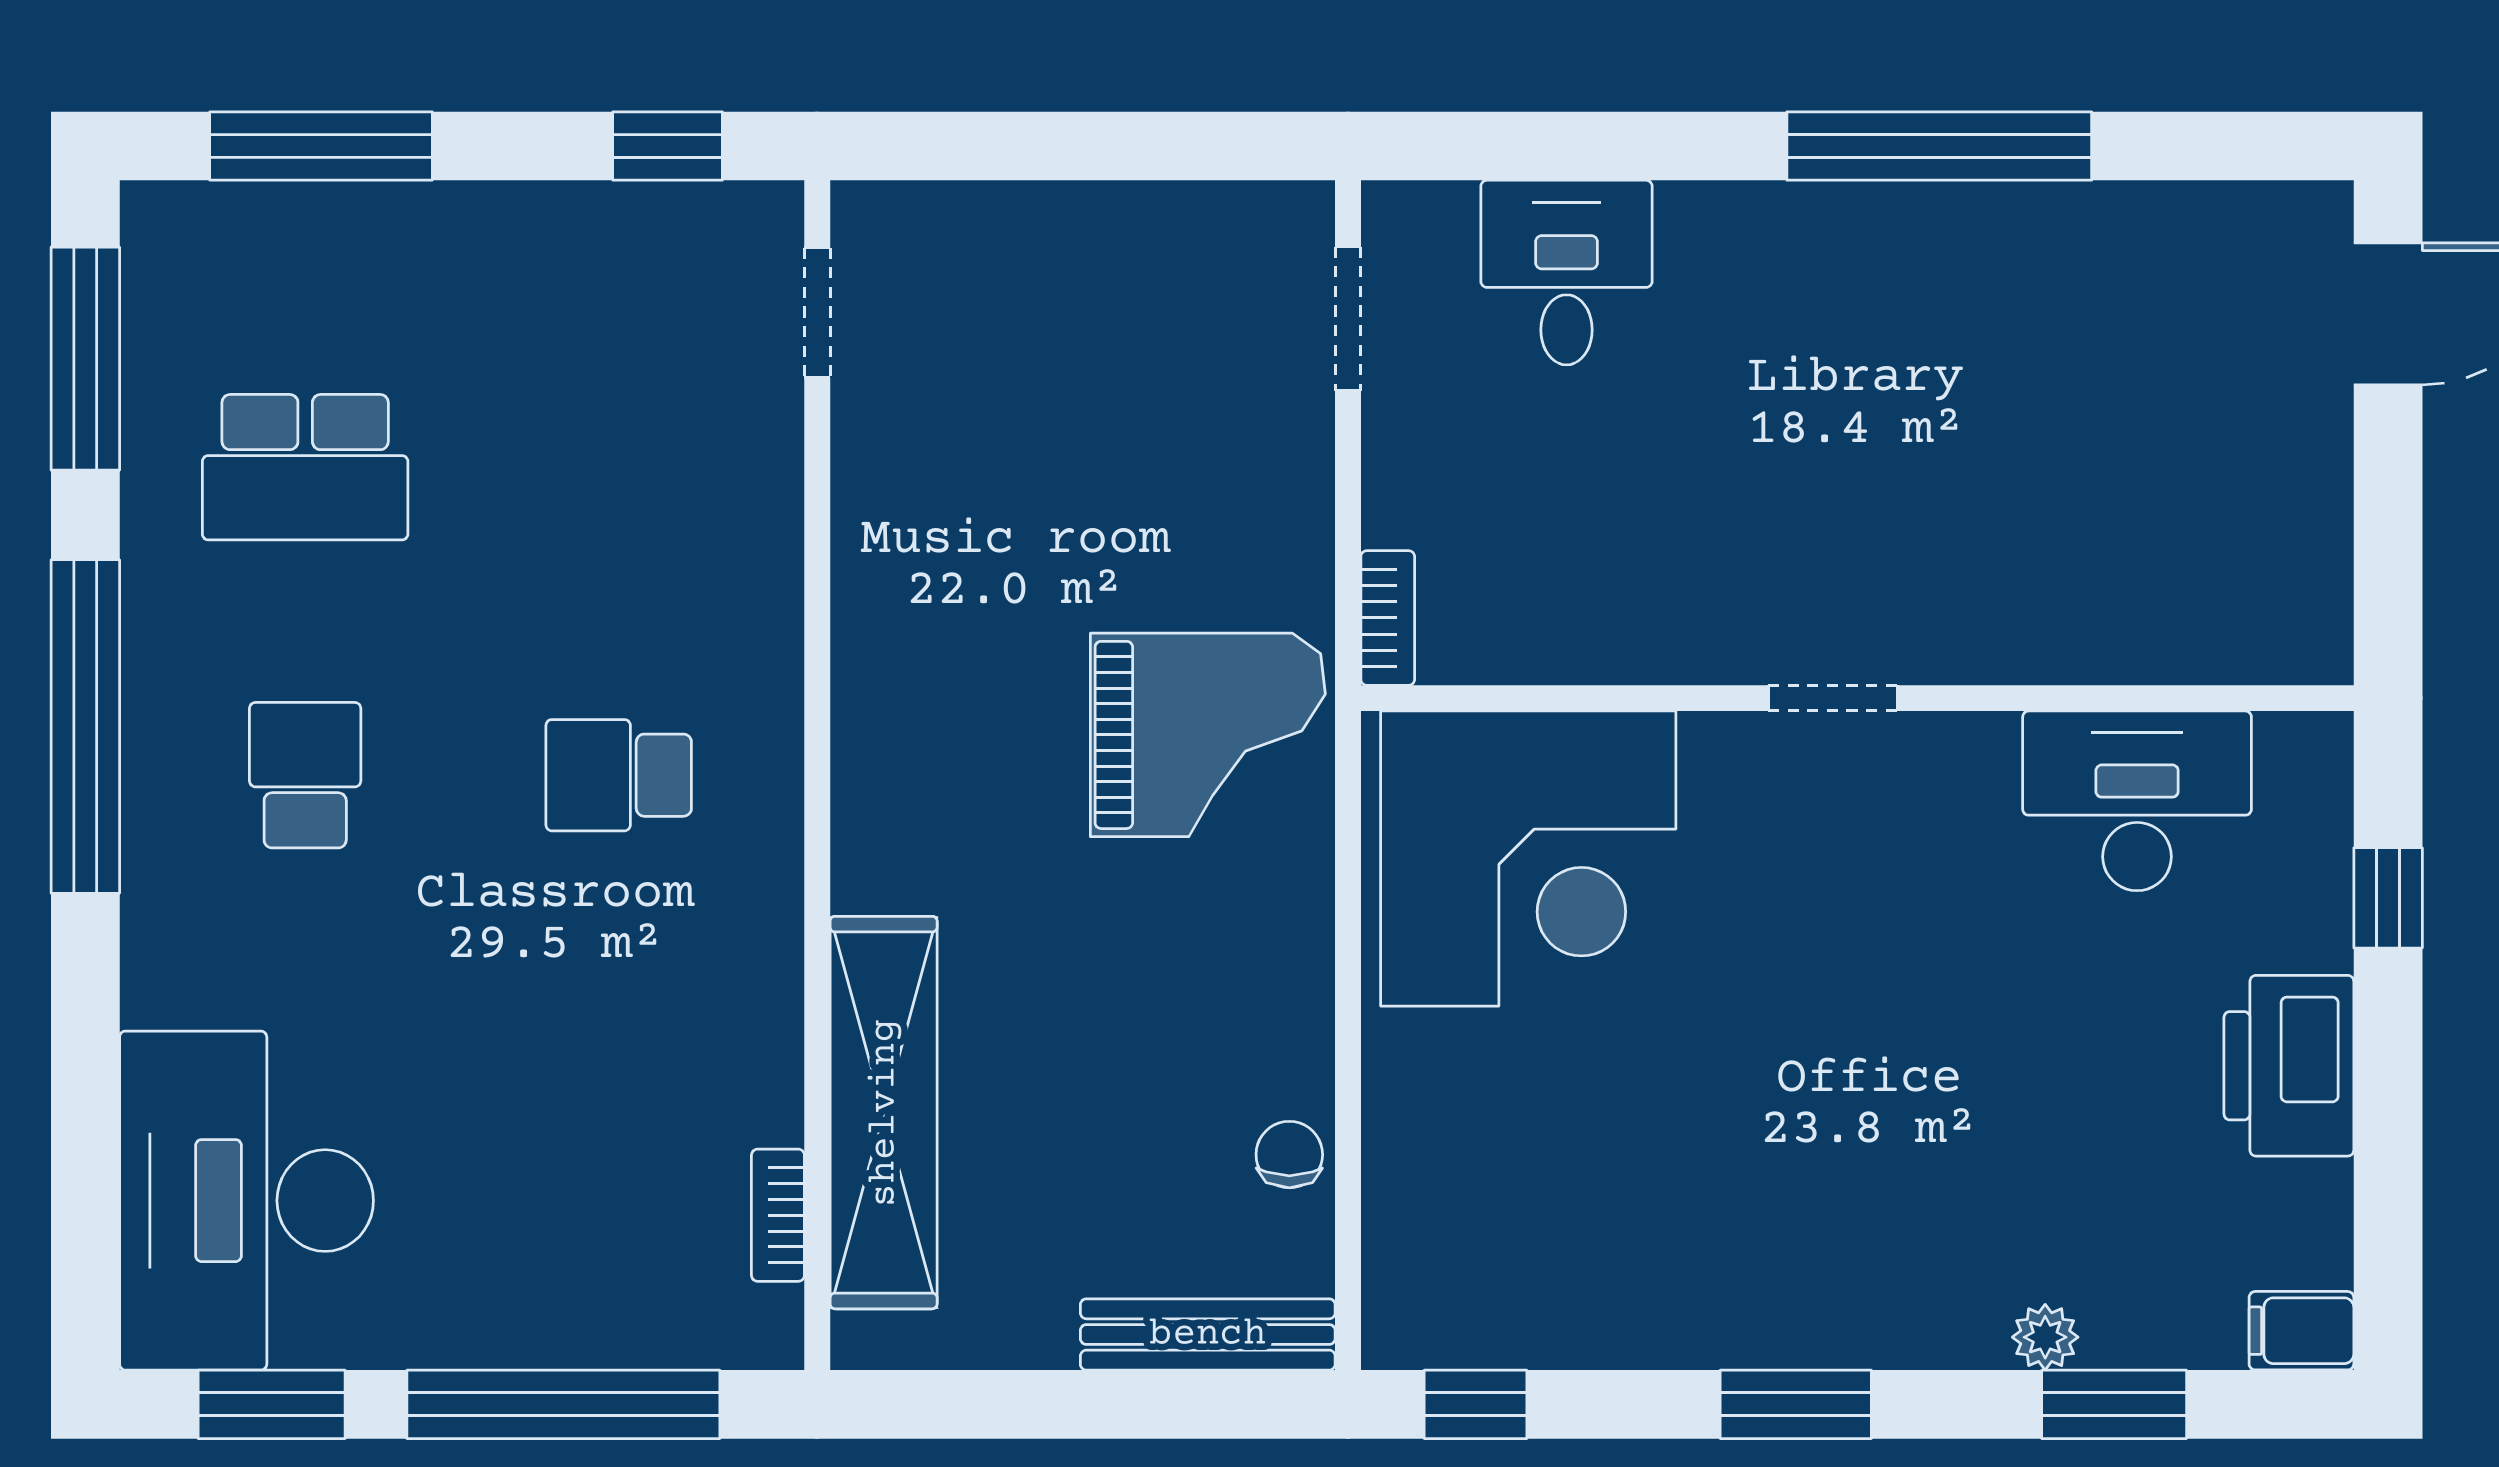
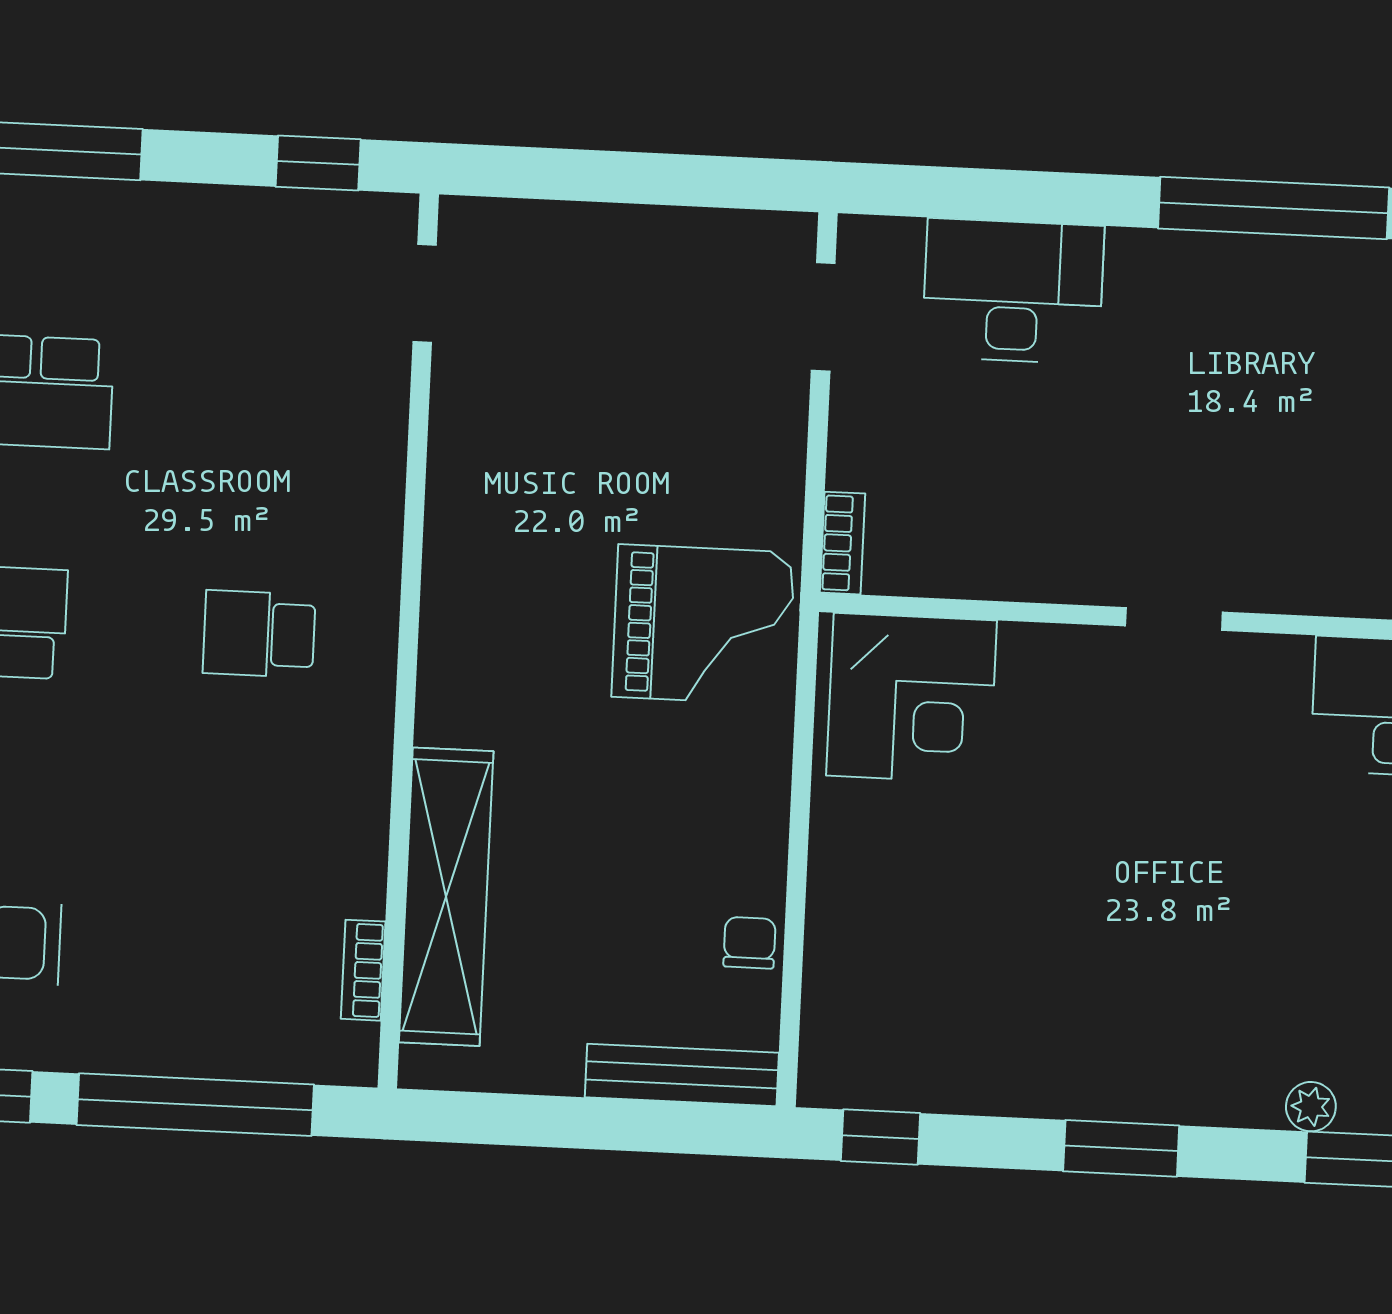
desk: (1567, 273) -> (1013, 291), width x1.37
corner desk: (1528, 859) -> (912, 698), width x0.74, depth x0.74

